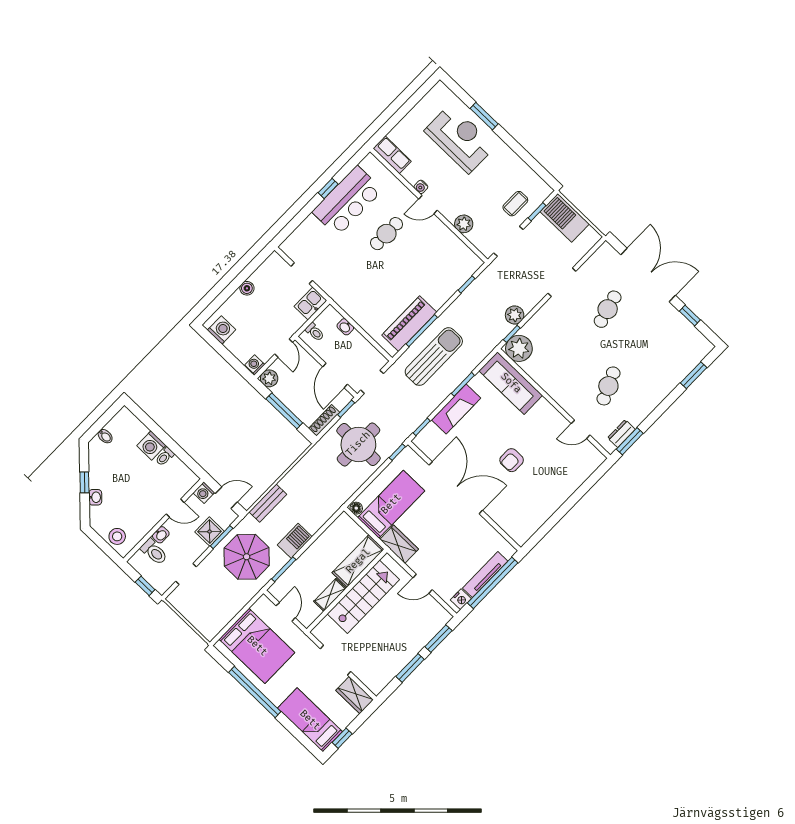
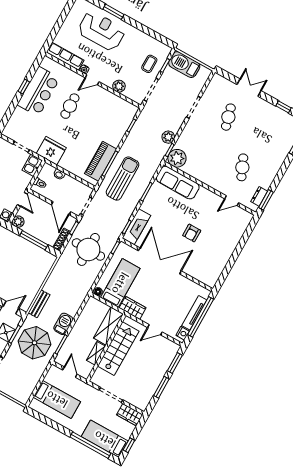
row of seats: (392, 155) -> (65, 56), width x1.48
double door: (648, 275) -> (249, 88), width x0.54
fridge: (343, 290) -> (51, 151), added
fireplace: (456, 409) -> (136, 227), moved
bed: (257, 646) -> (57, 399), width x0.67
window: (255, 692) -> (90, 445), moved

